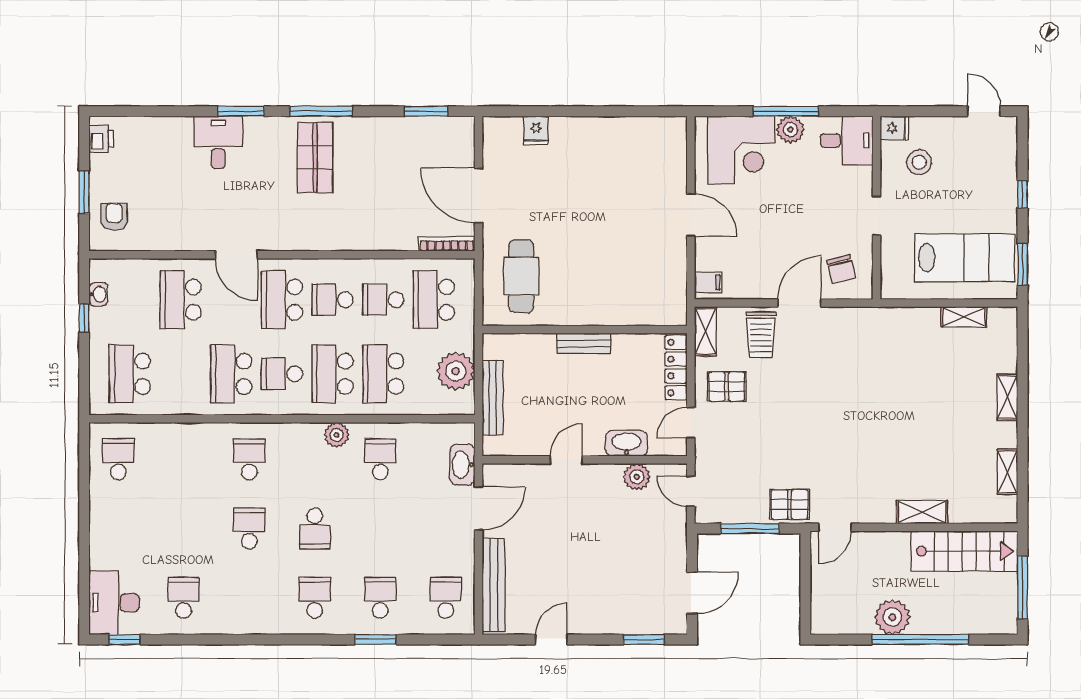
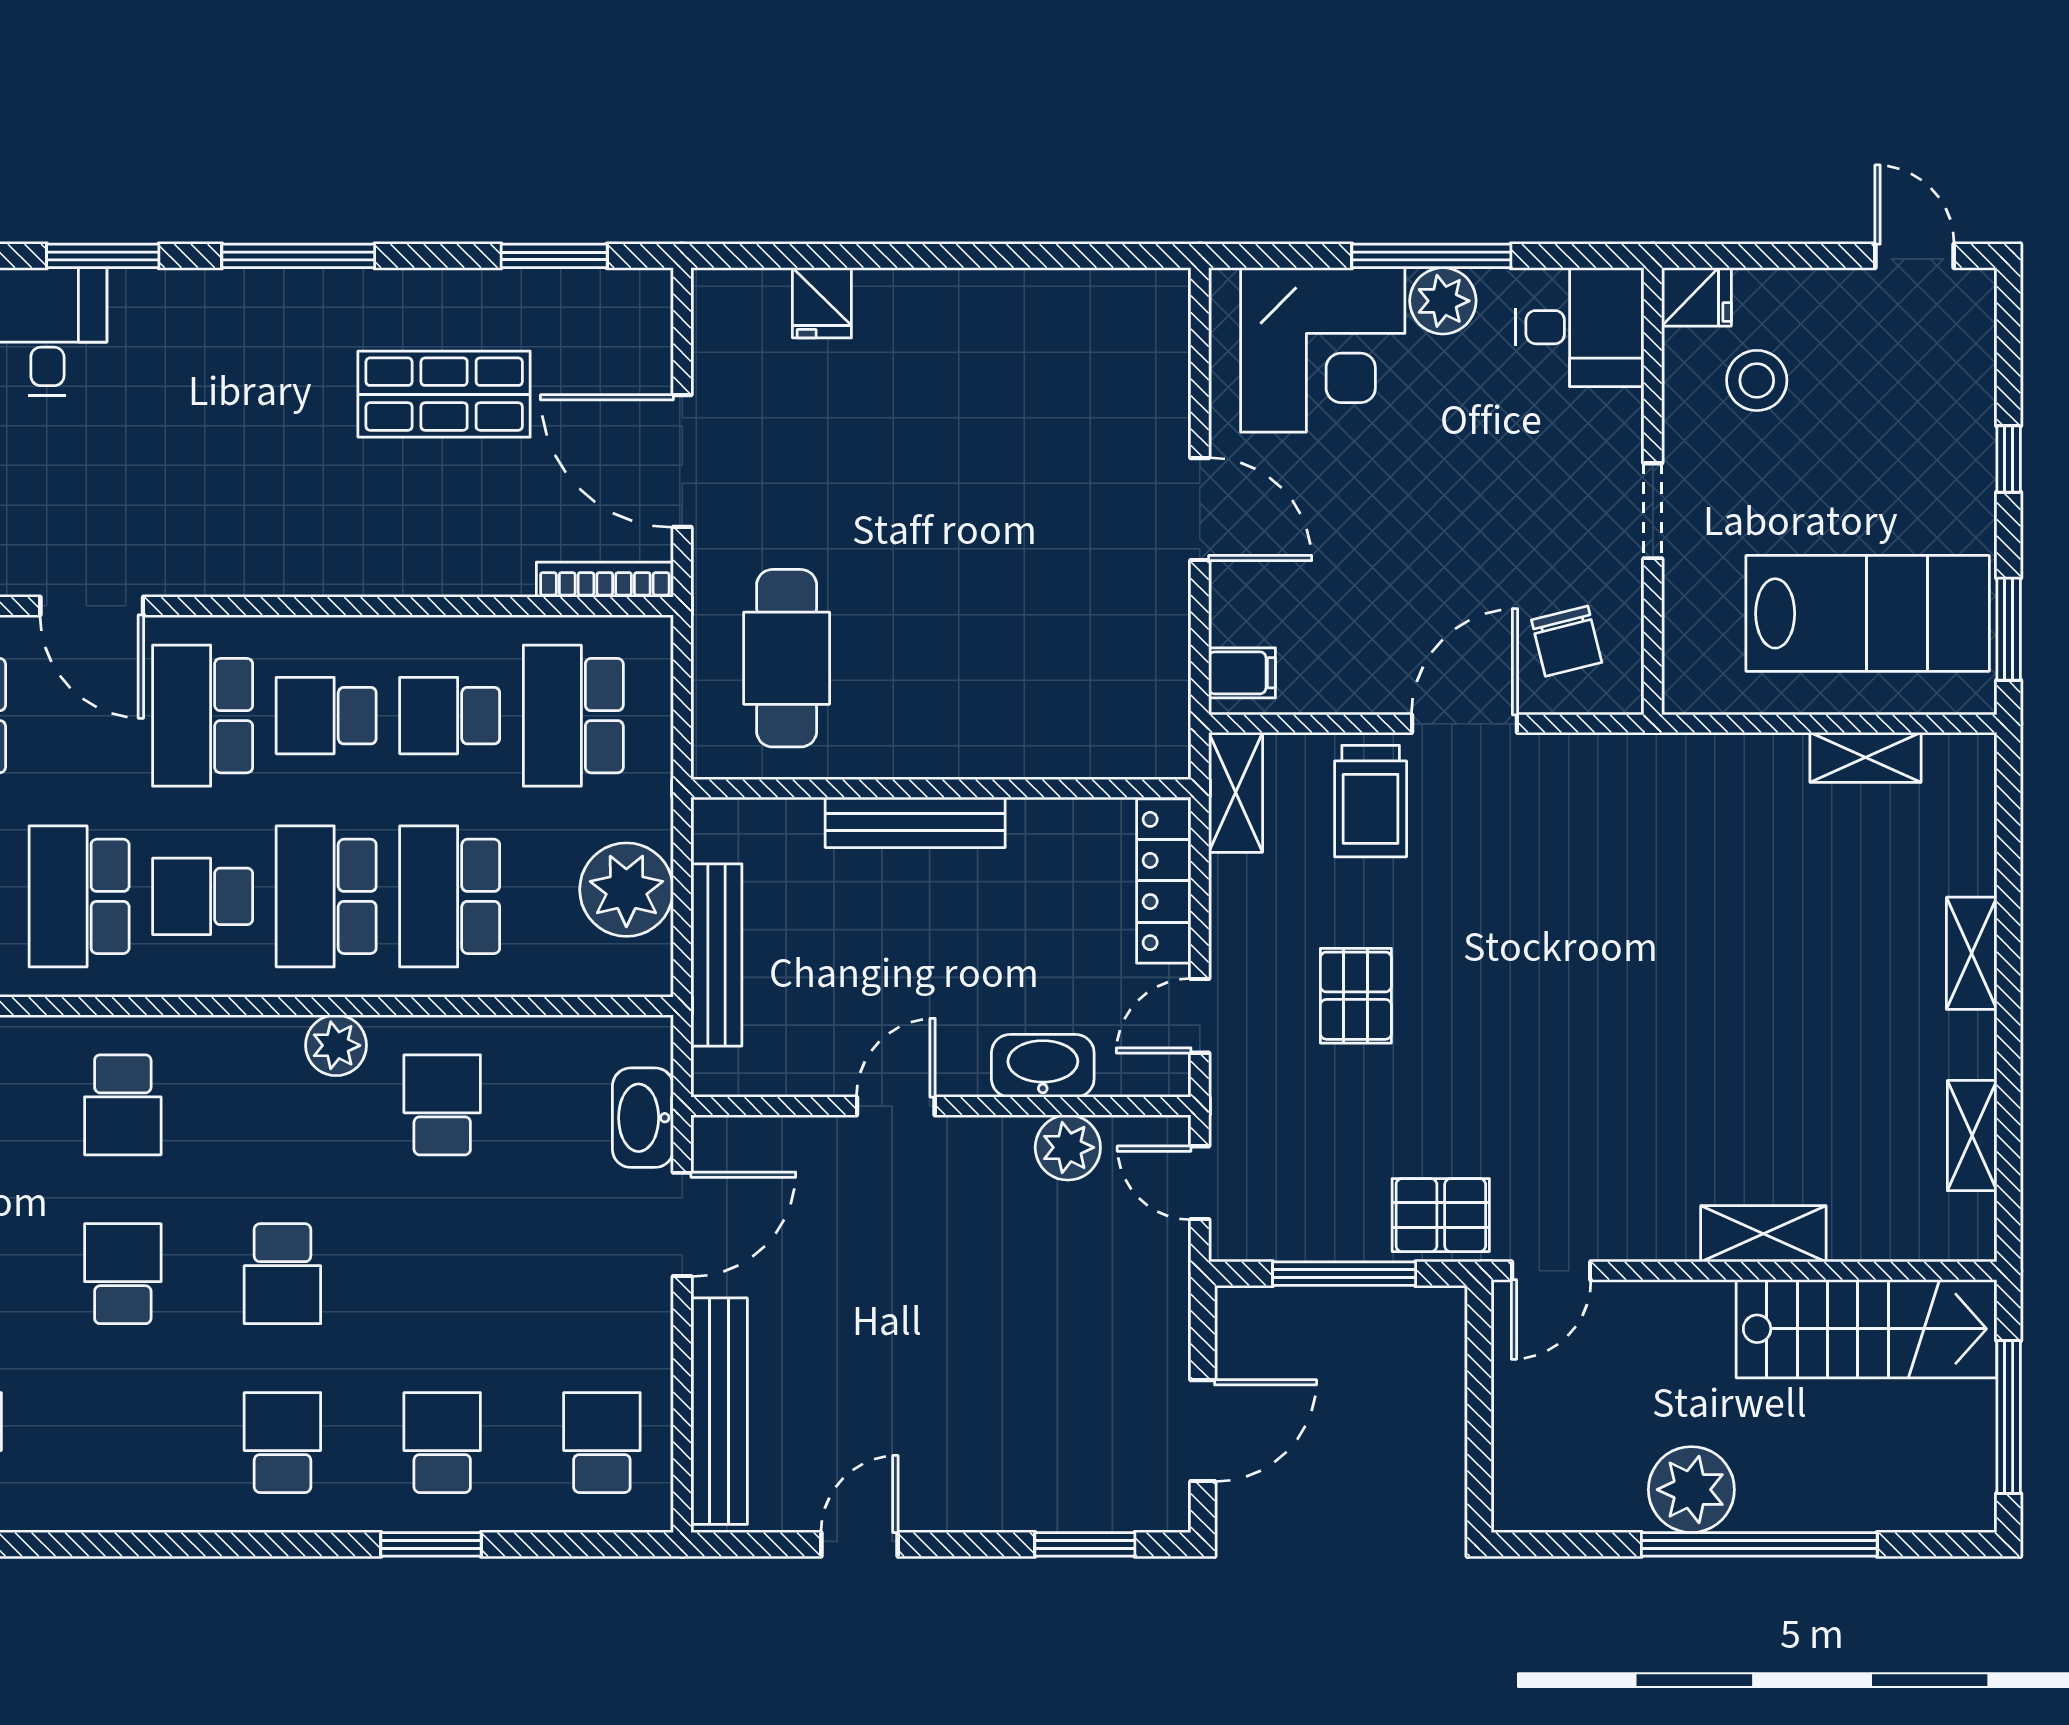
shop shelf: (315, 158) -> (444, 394), moved, turned 90
bench: (584, 343) -> (915, 822), width x1.36
pallet: (727, 387) -> (1356, 996), moved, turned 90
school desk: (249, 459) -> (123, 1105), turned 180

